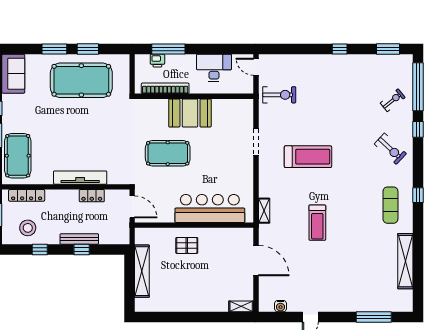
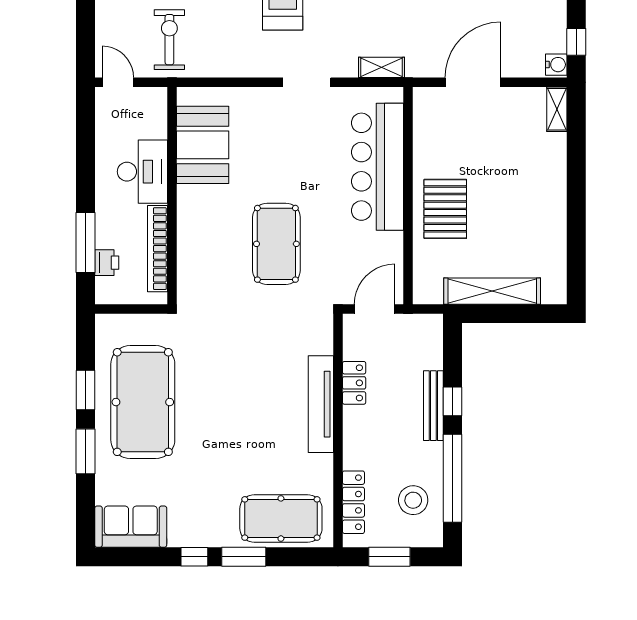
door: (256, 67) -> (118, 82), swing flipped
desk: (214, 68) -> (142, 172), moved, turned 180
booth: (190, 113) -> (203, 145), moved
doorway: (256, 142) -> (307, 82), moved
pallet: (187, 245) -> (445, 209), width x1.50, depth x1.42
window: (40, 249) -> (452, 478), width x3.17
water cooler: (281, 306) -> (556, 65), moved
window: (278, 317) -> (576, 42), added

